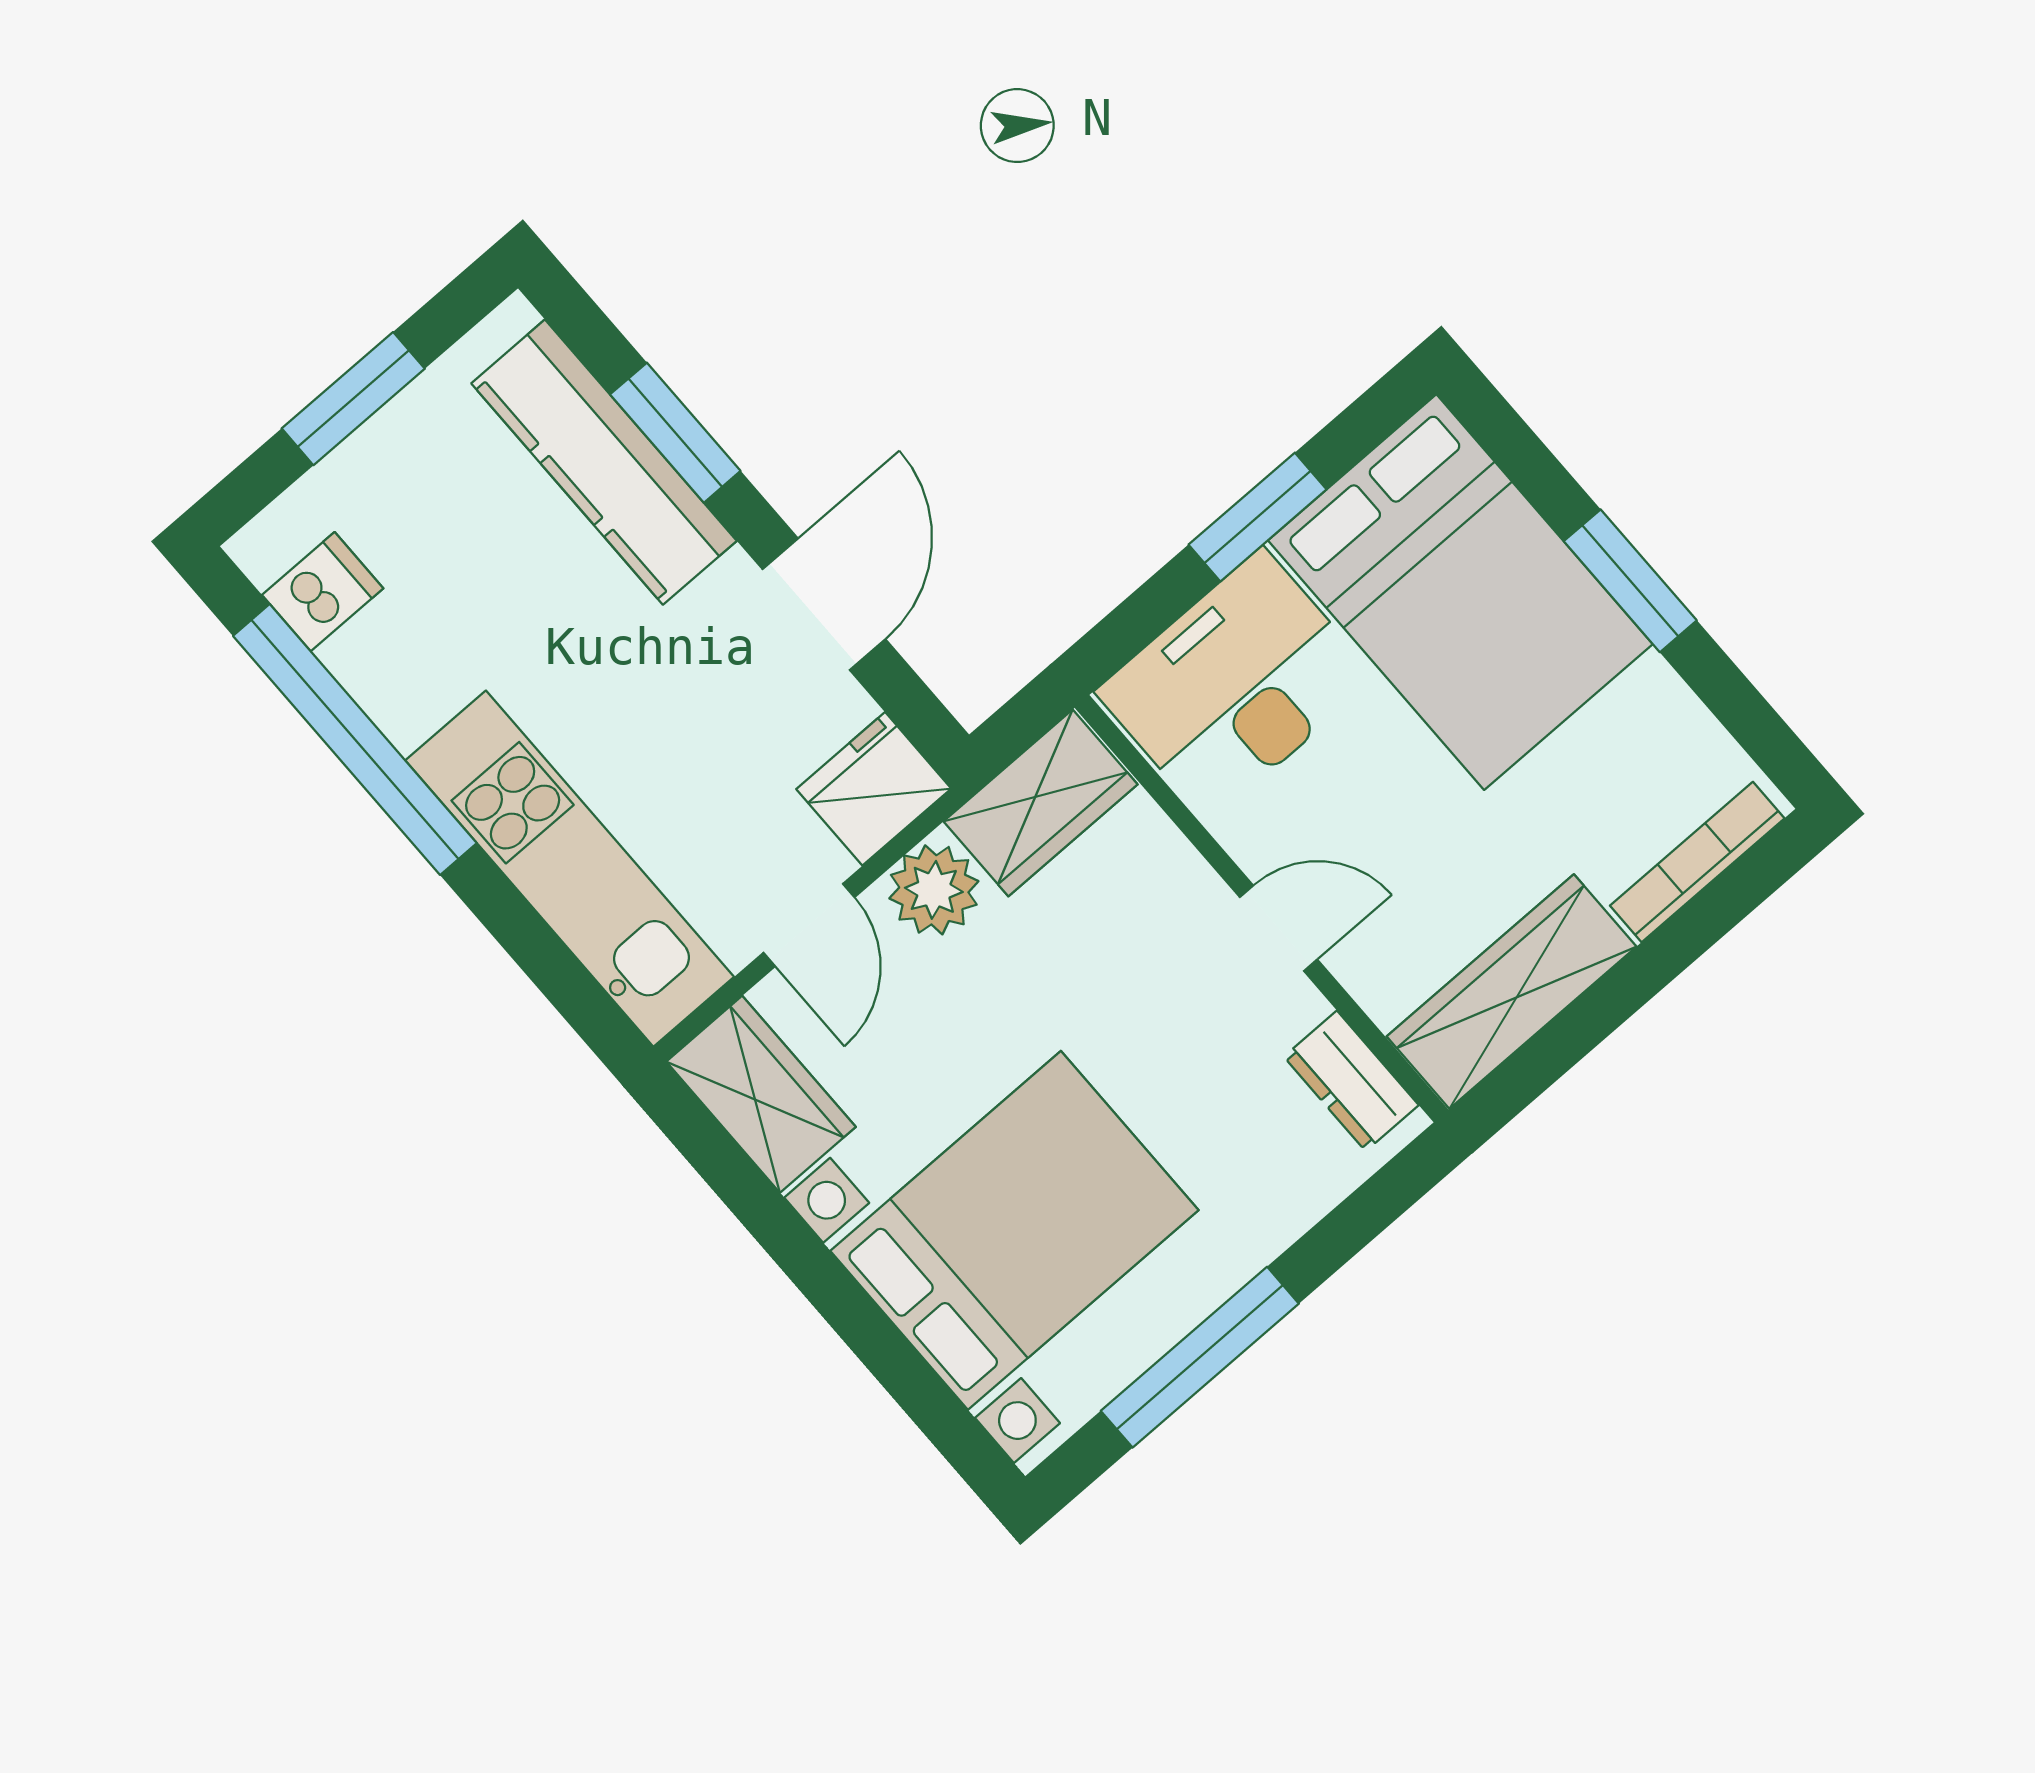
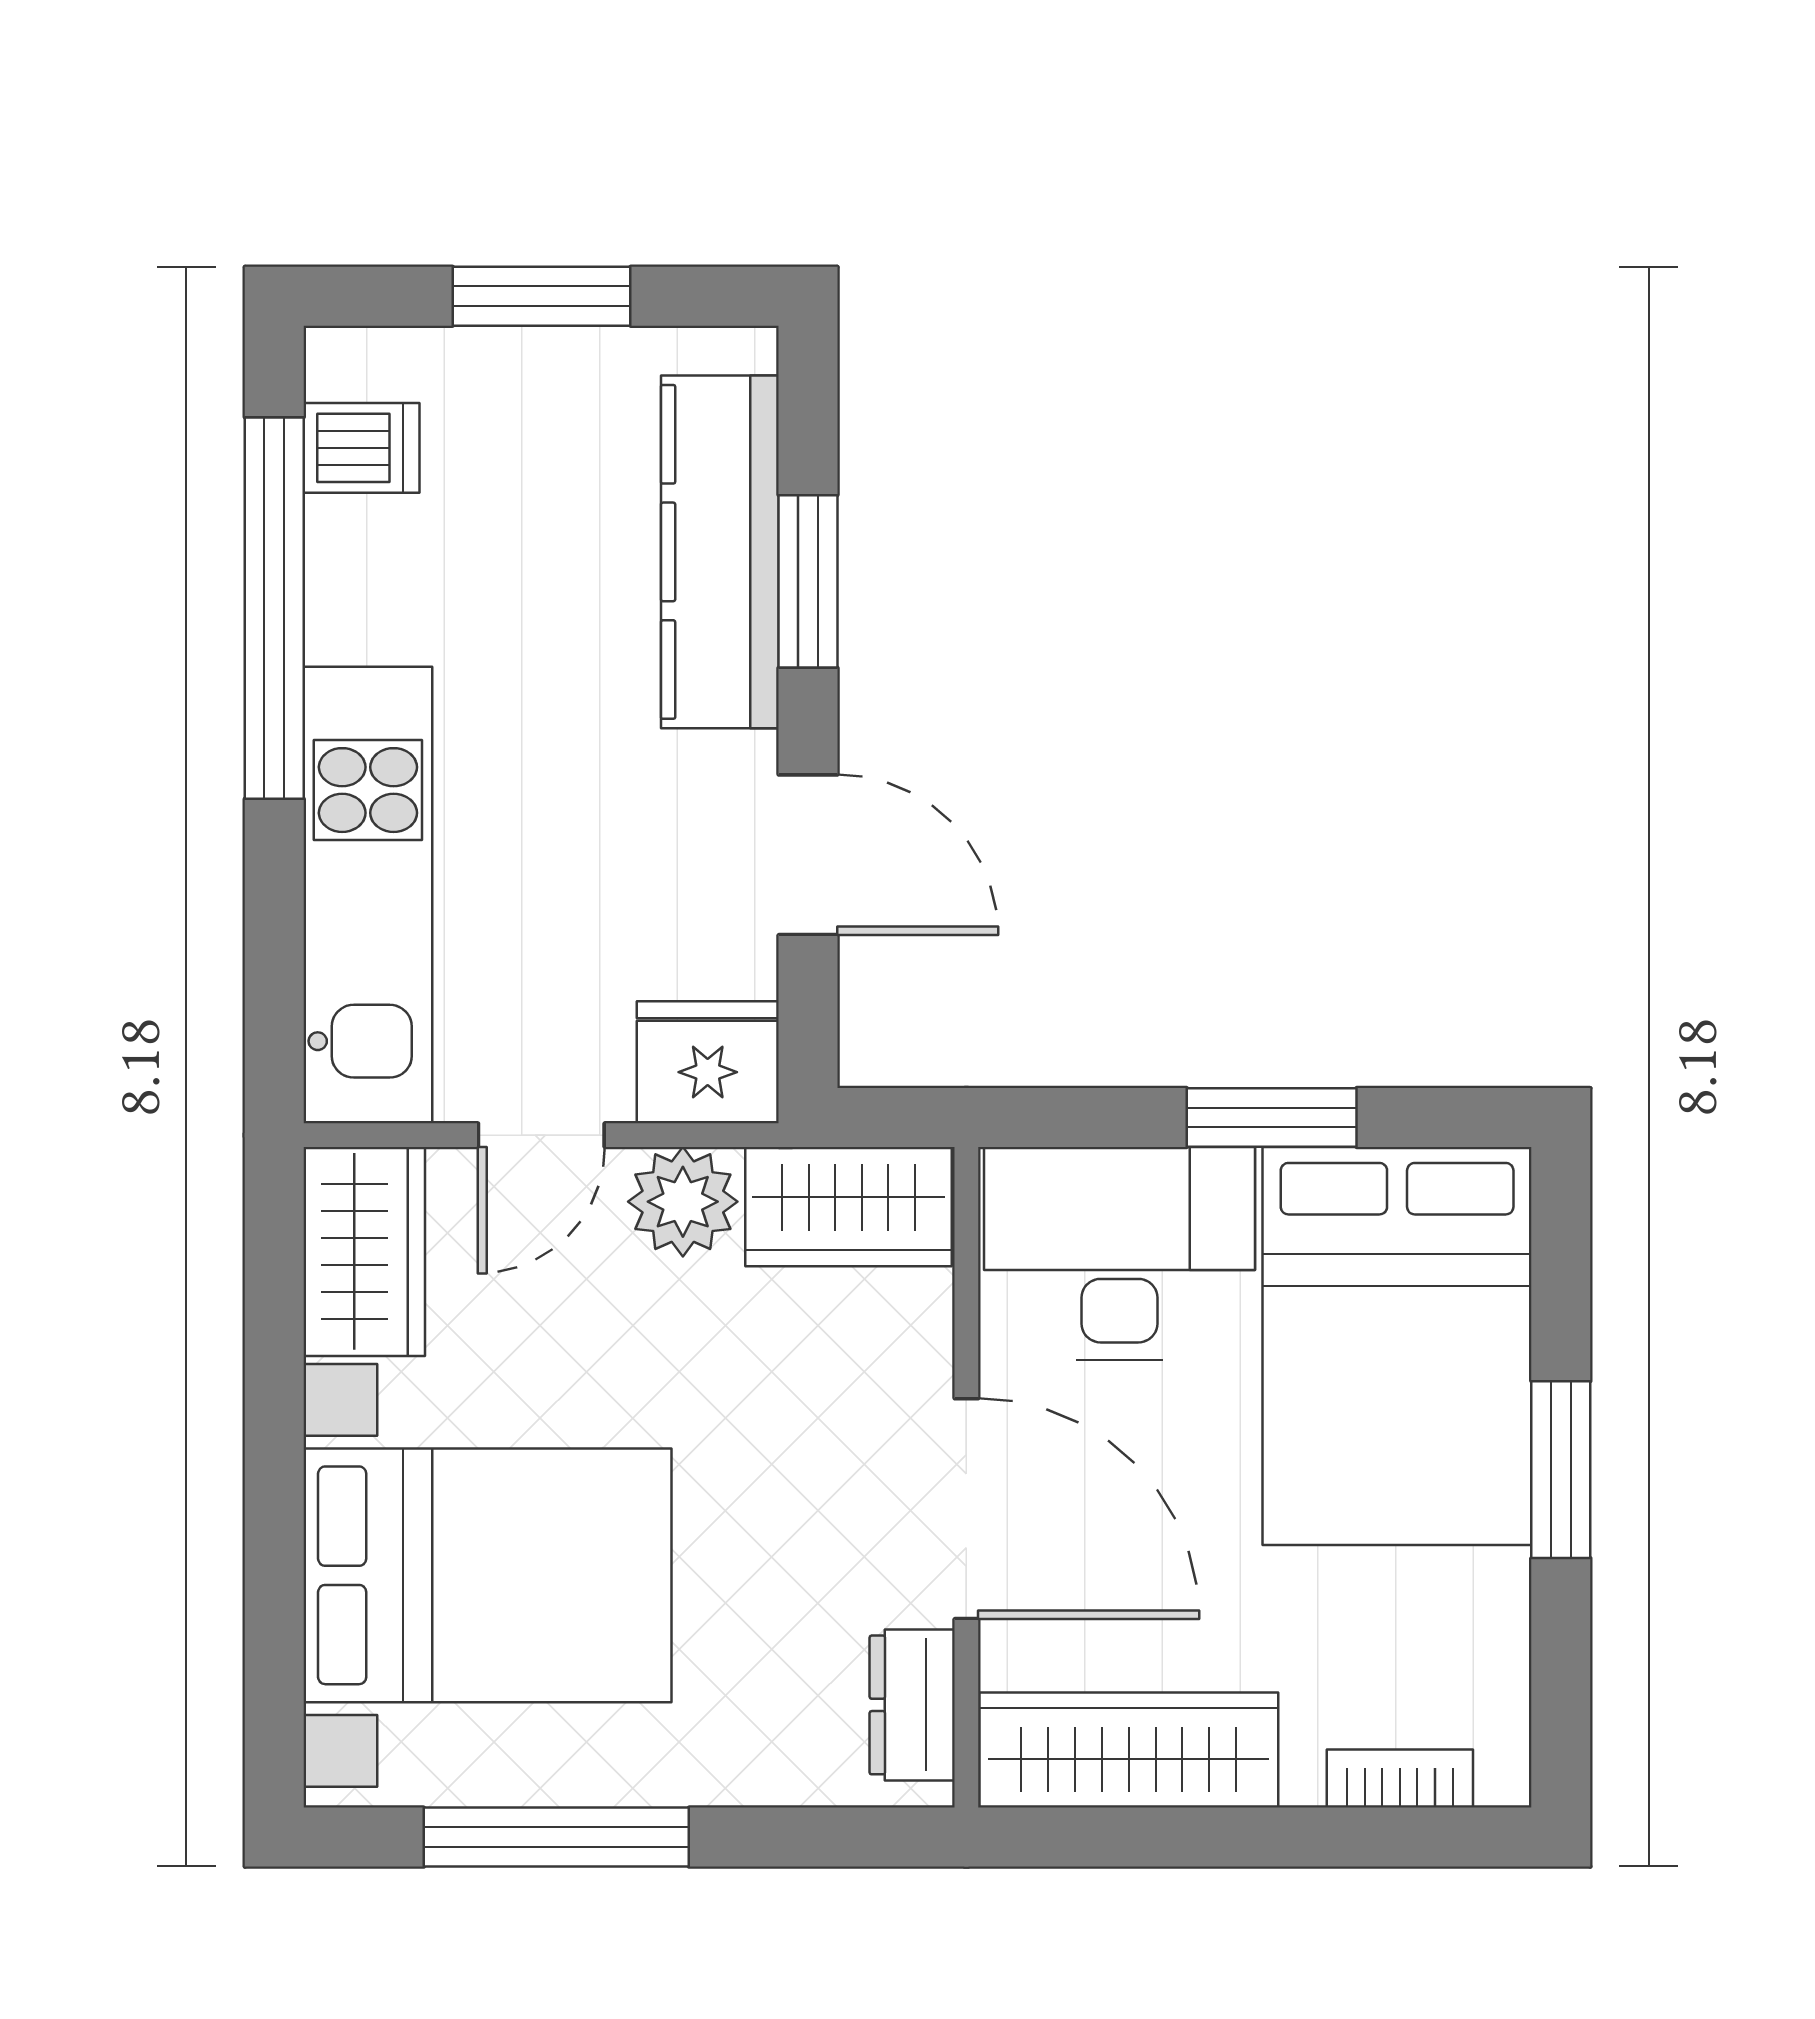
door: (824, 604) -> (808, 855), hinge flipped
bookcase: (1697, 862) -> (1400, 1779), width x0.64
door: (1279, 928) -> (966, 1509), width x1.88

